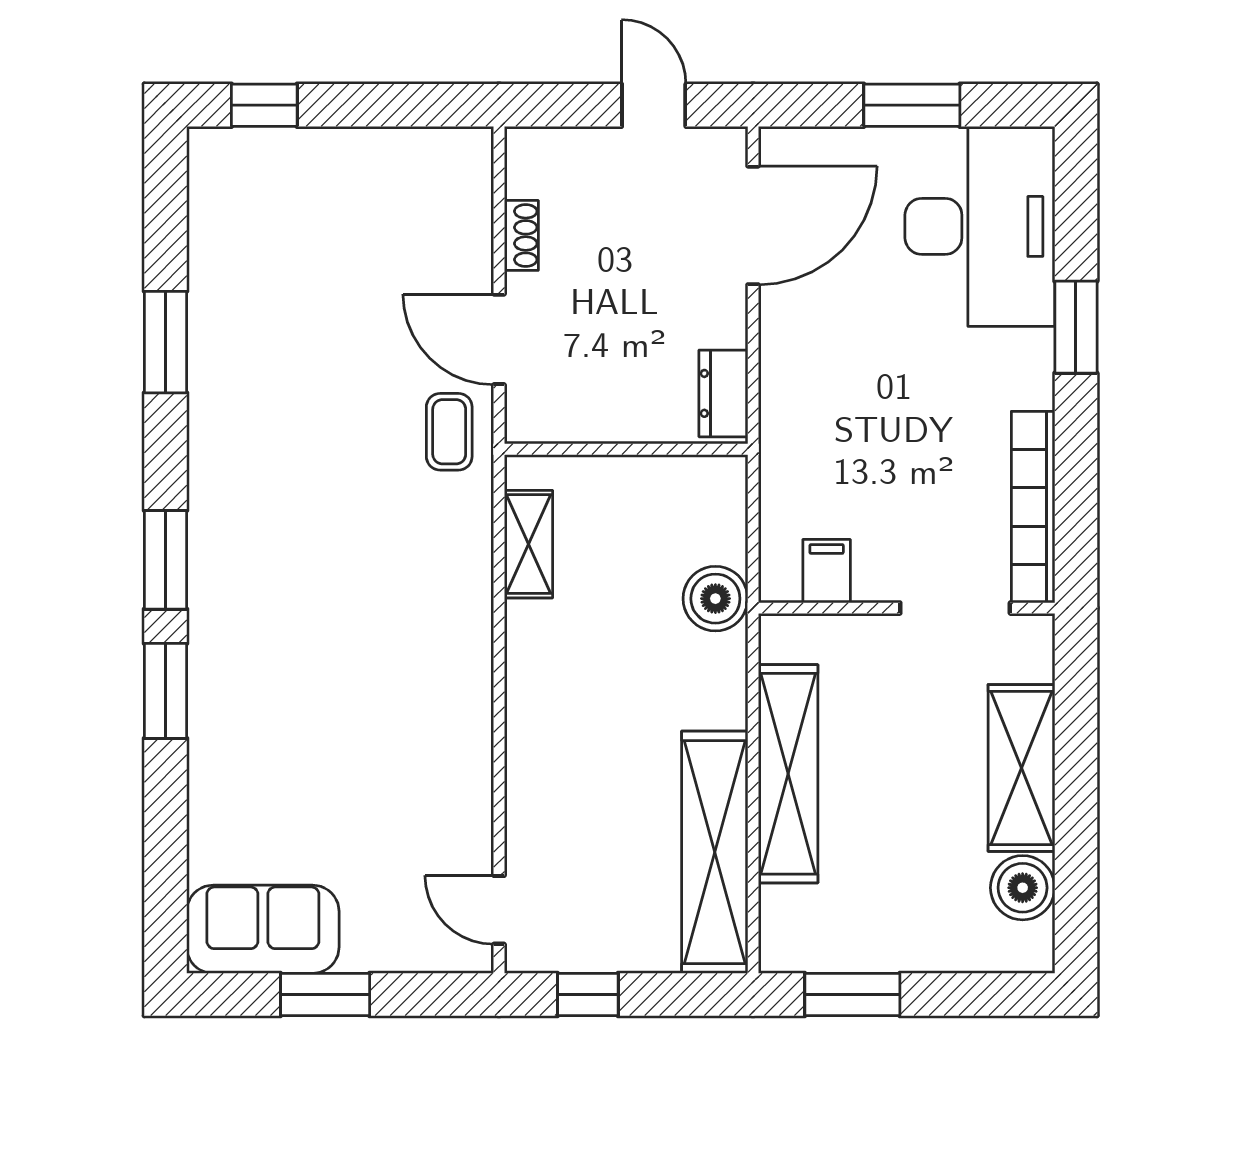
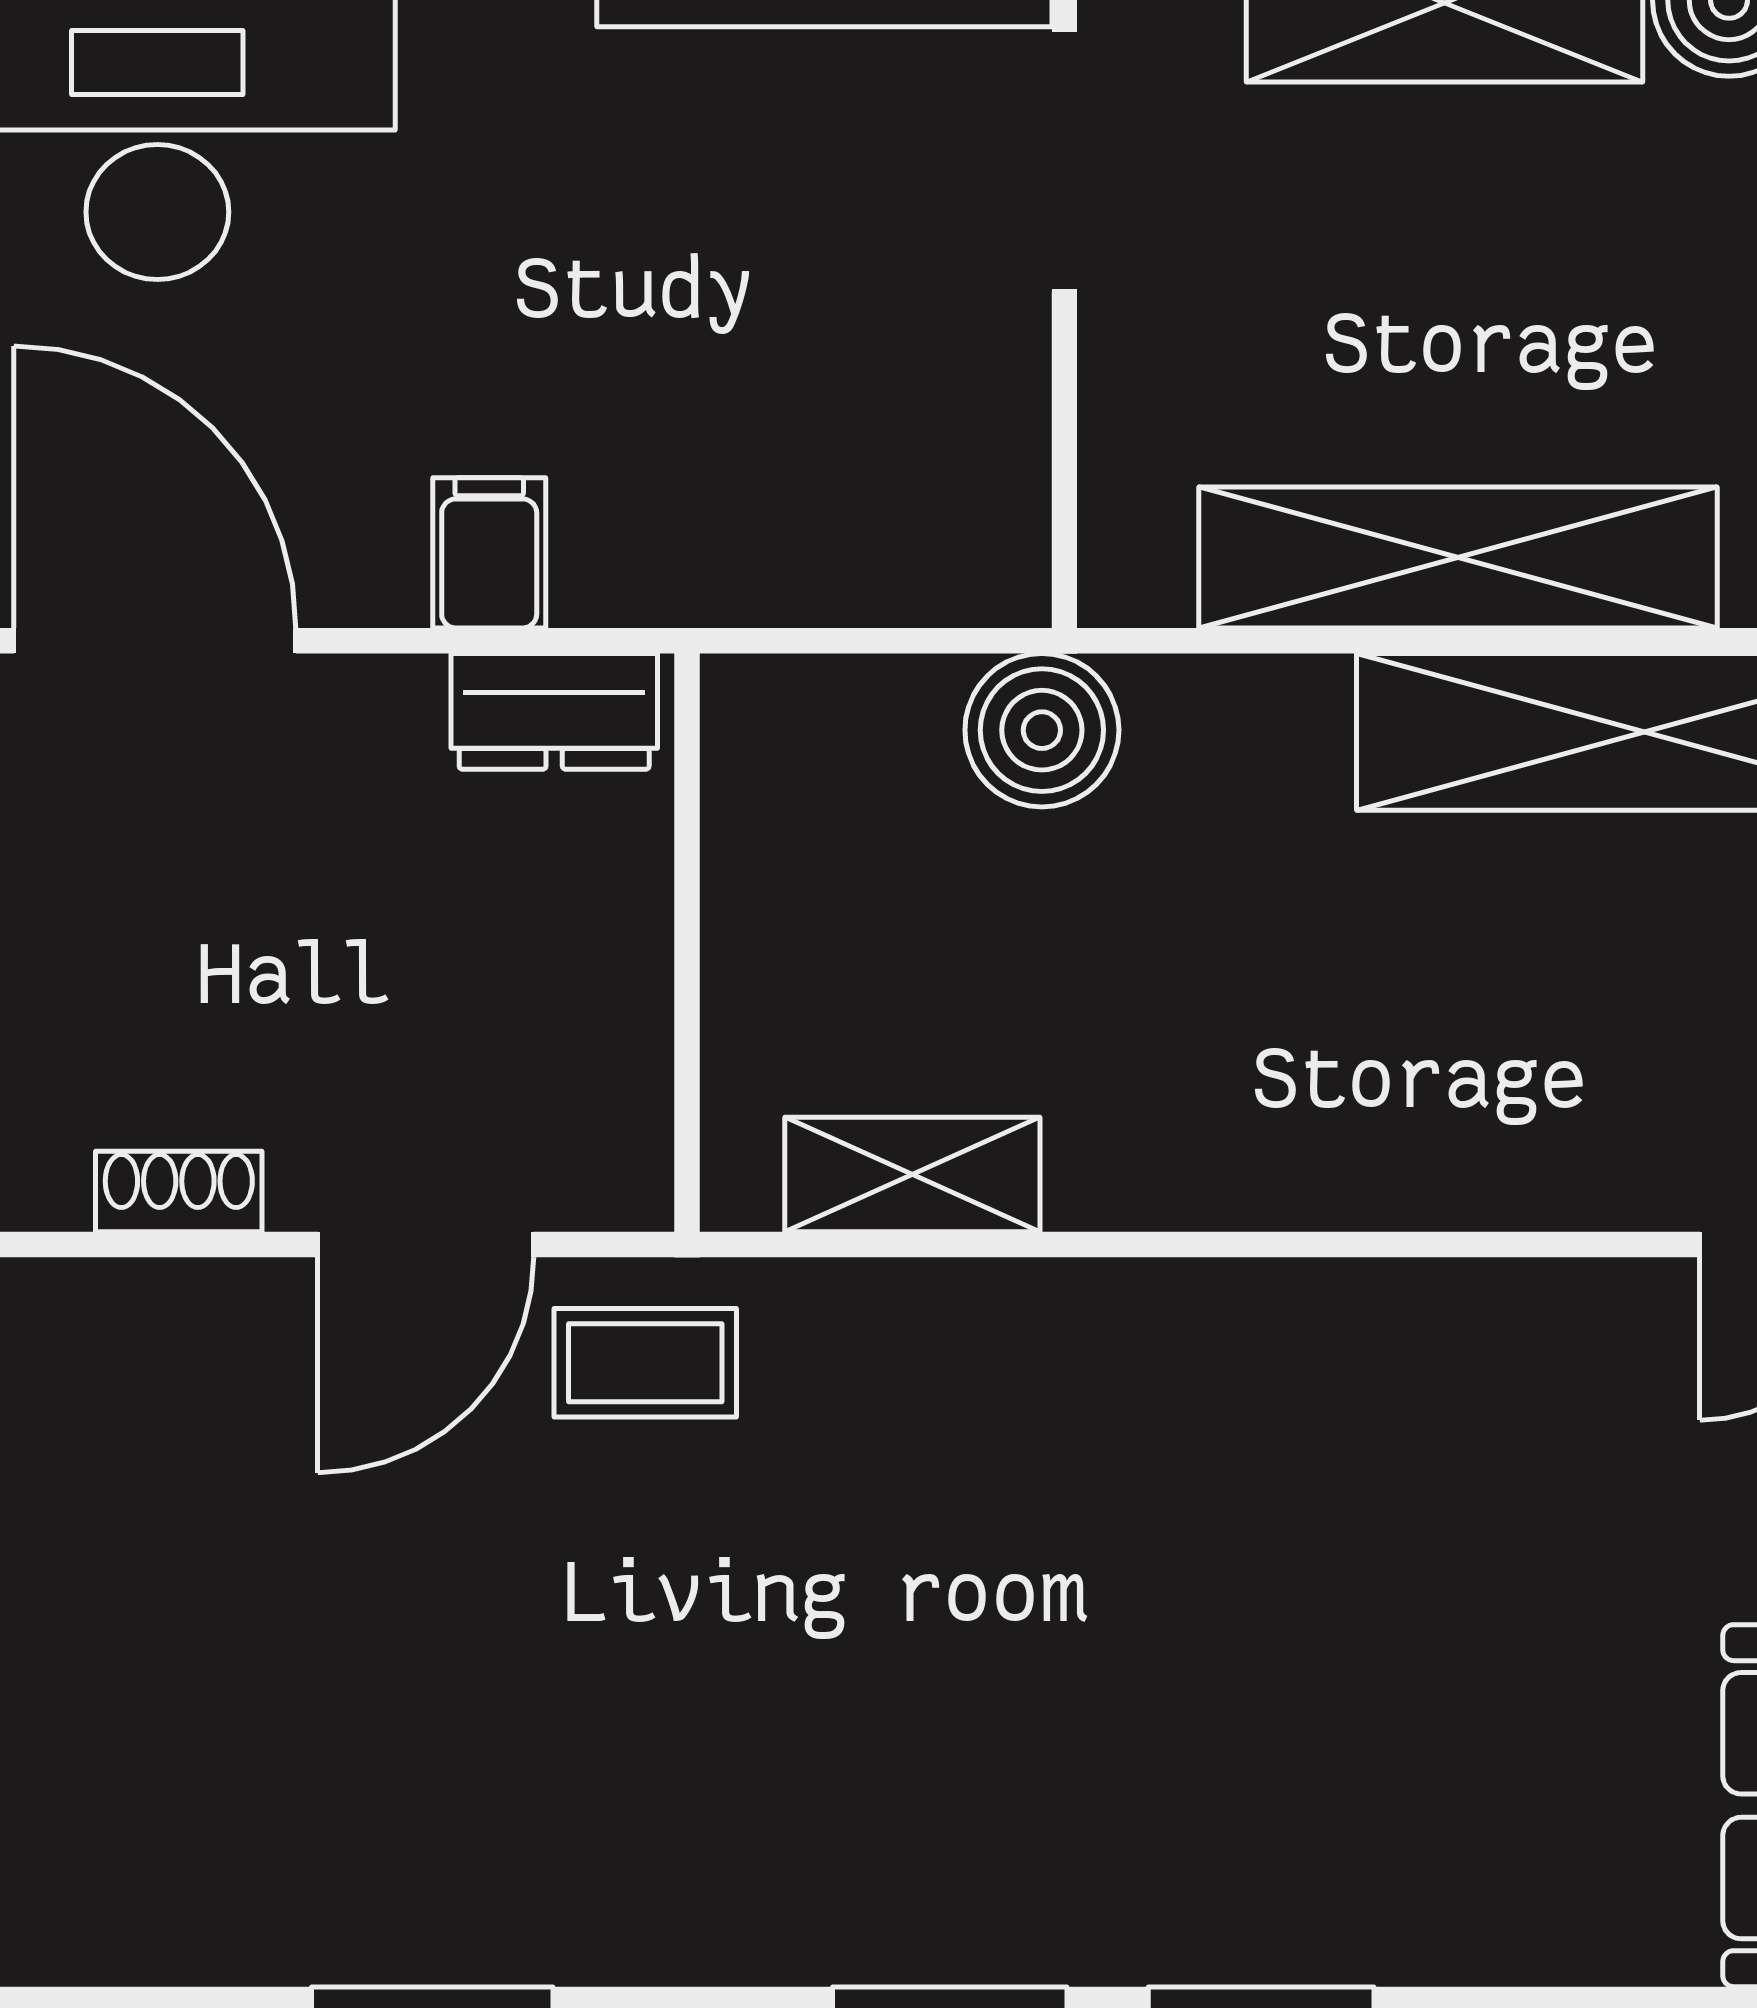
filing cabinet: (827, 571) -> (489, 553), moved, turned 90

